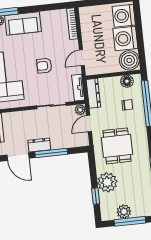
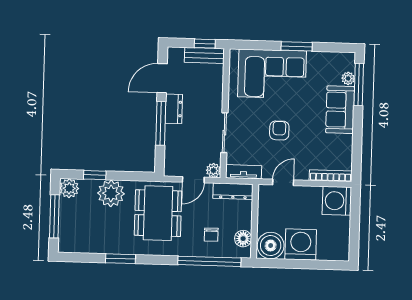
washing machine: (124, 16) -> (337, 201), moved, turned -90
door: (82, 58) -> (283, 182), hinge flipped
door: (89, 124) -> (193, 180), swing flipped
dining table: (117, 146) -> (158, 213), width x1.37
plant: (124, 212) -> (69, 188), moved

